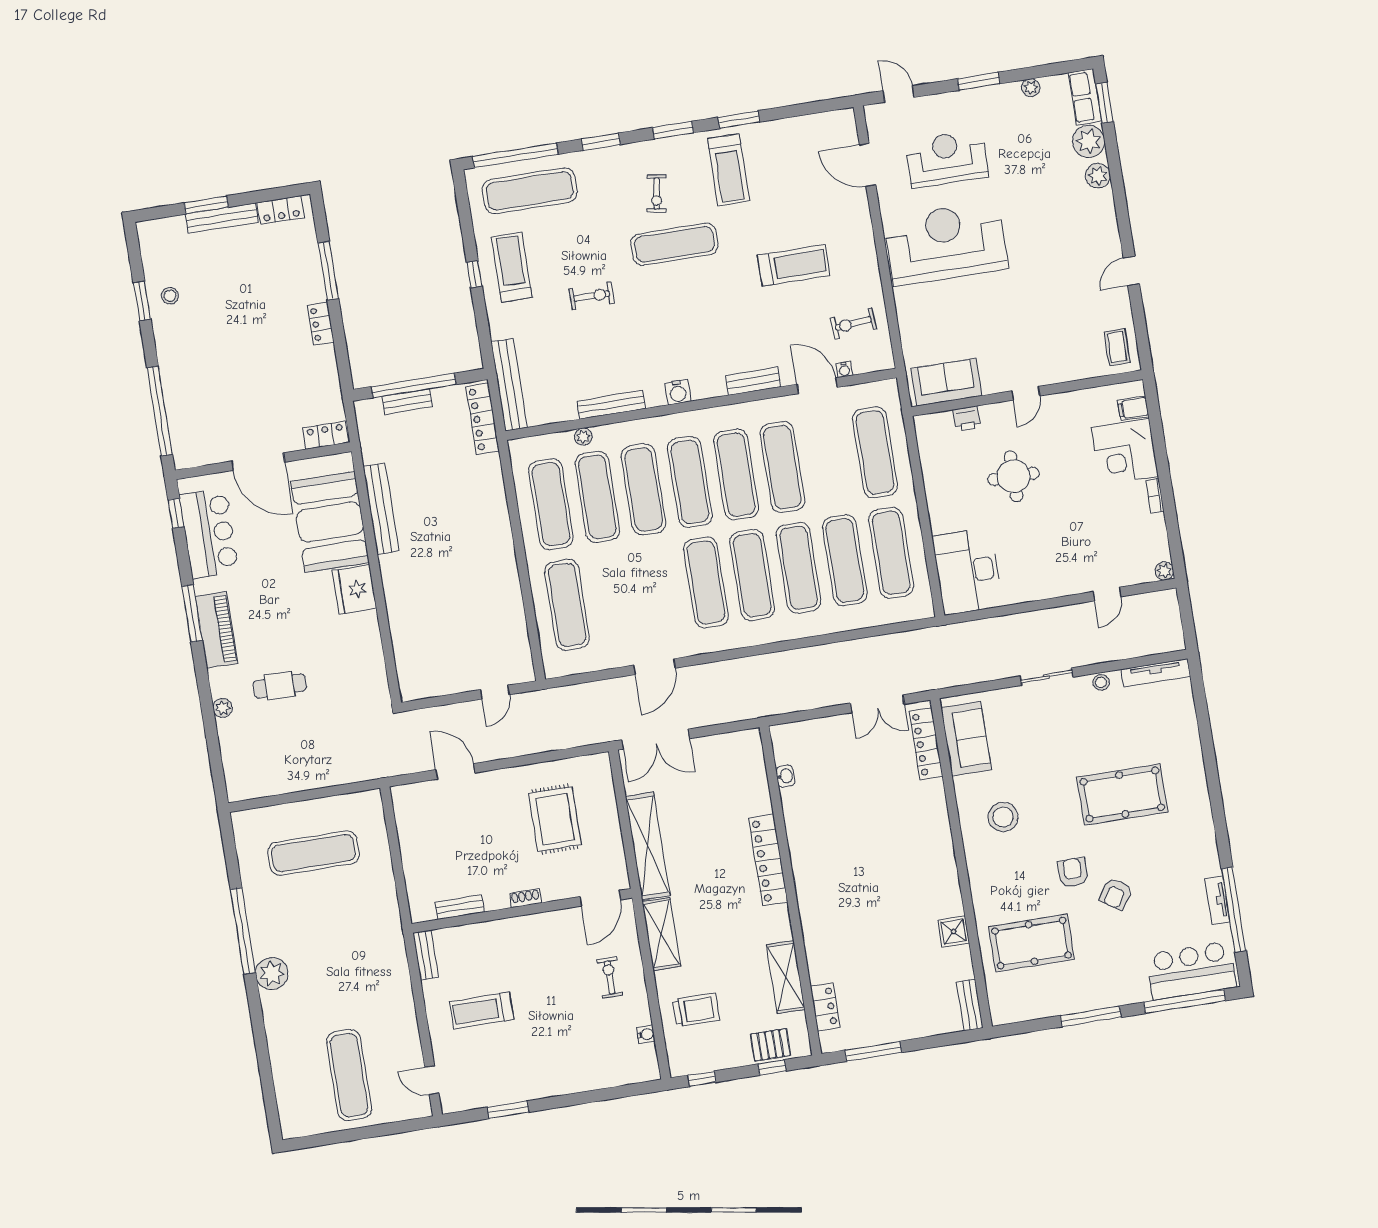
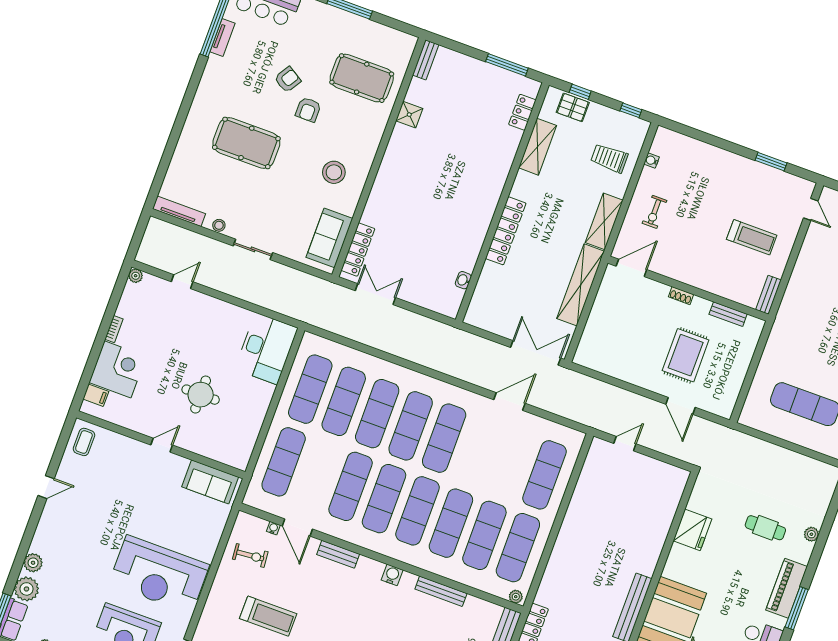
treadmill: (794, 265) -> (268, 616), turned 180
printer: (967, 419) -> (210, 450), removed
plant: (583, 437) -> (516, 597), moved
fridge: (354, 589) -> (692, 530), moved
rug: (555, 819) -> (686, 355), moved

